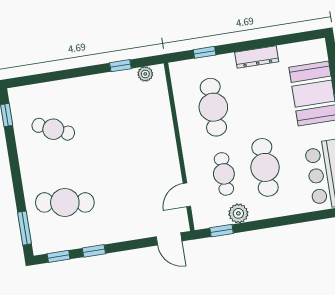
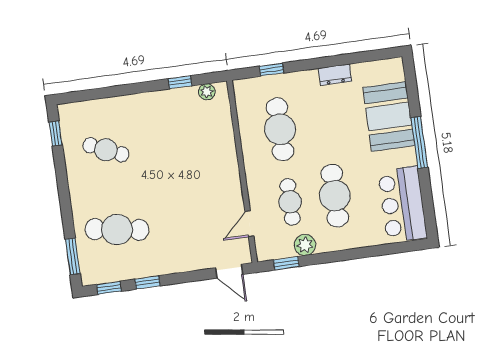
dresser: (257, 57) -> (335, 75), width x0.70

